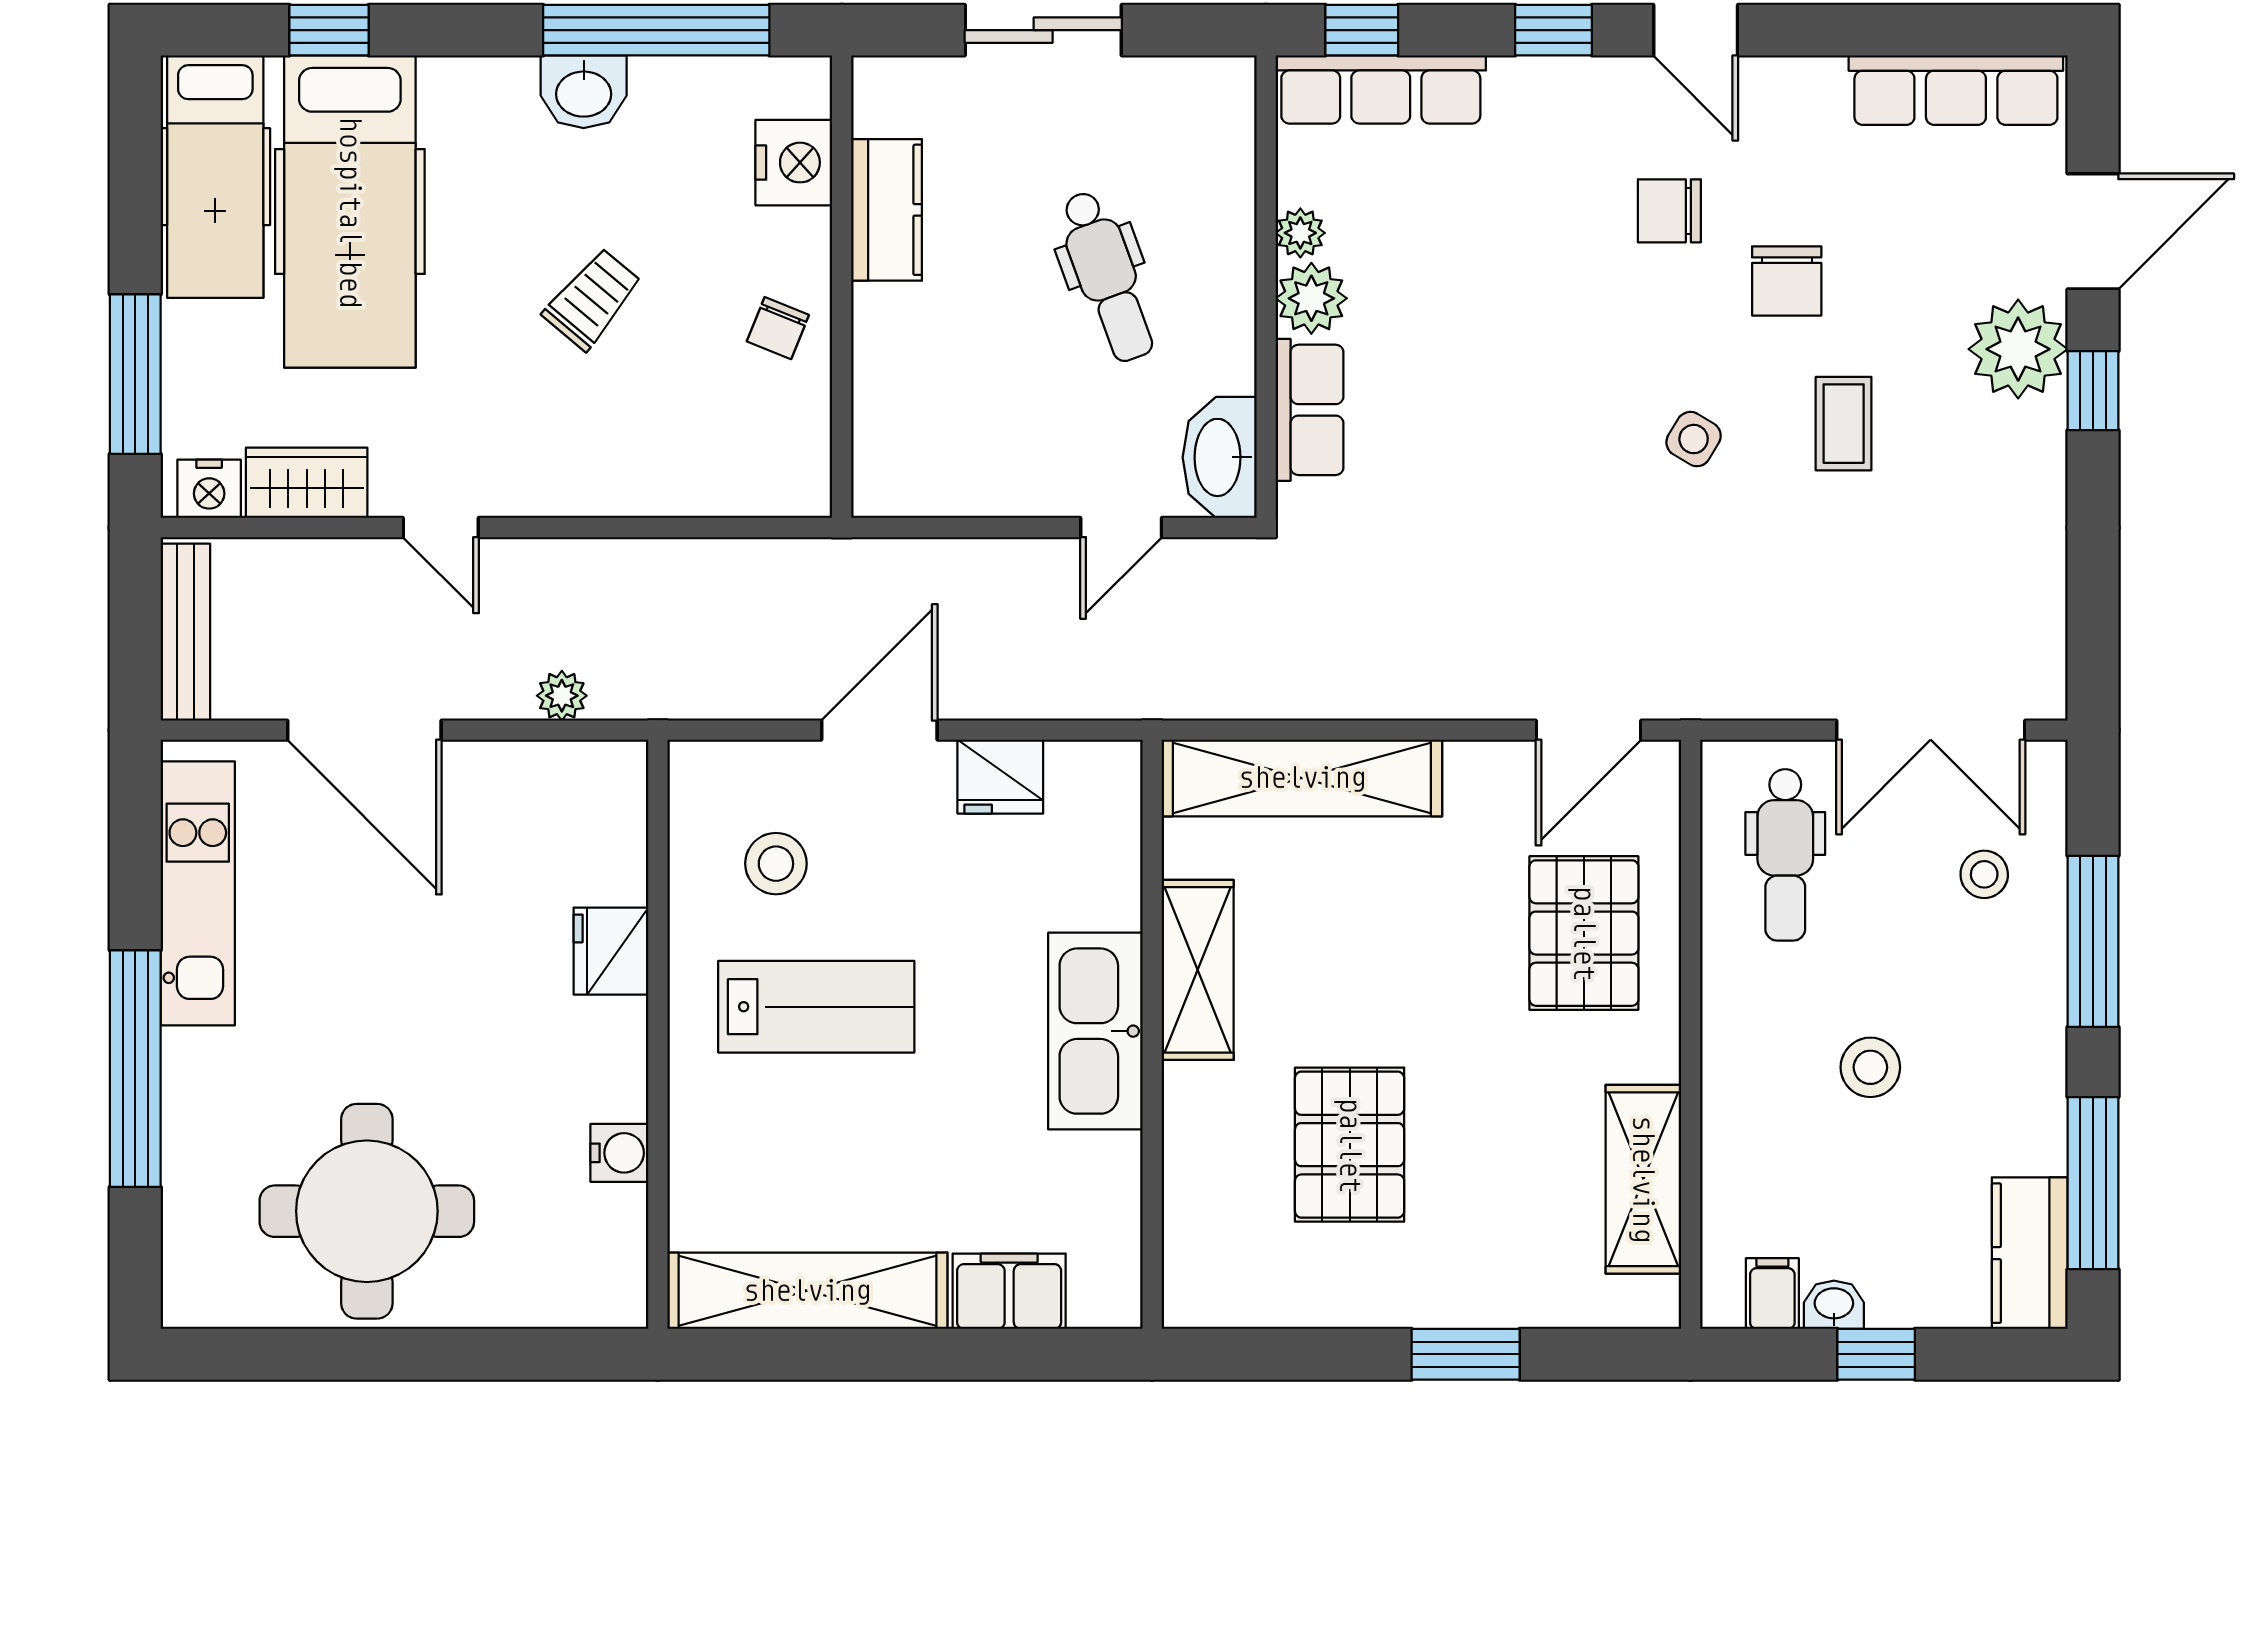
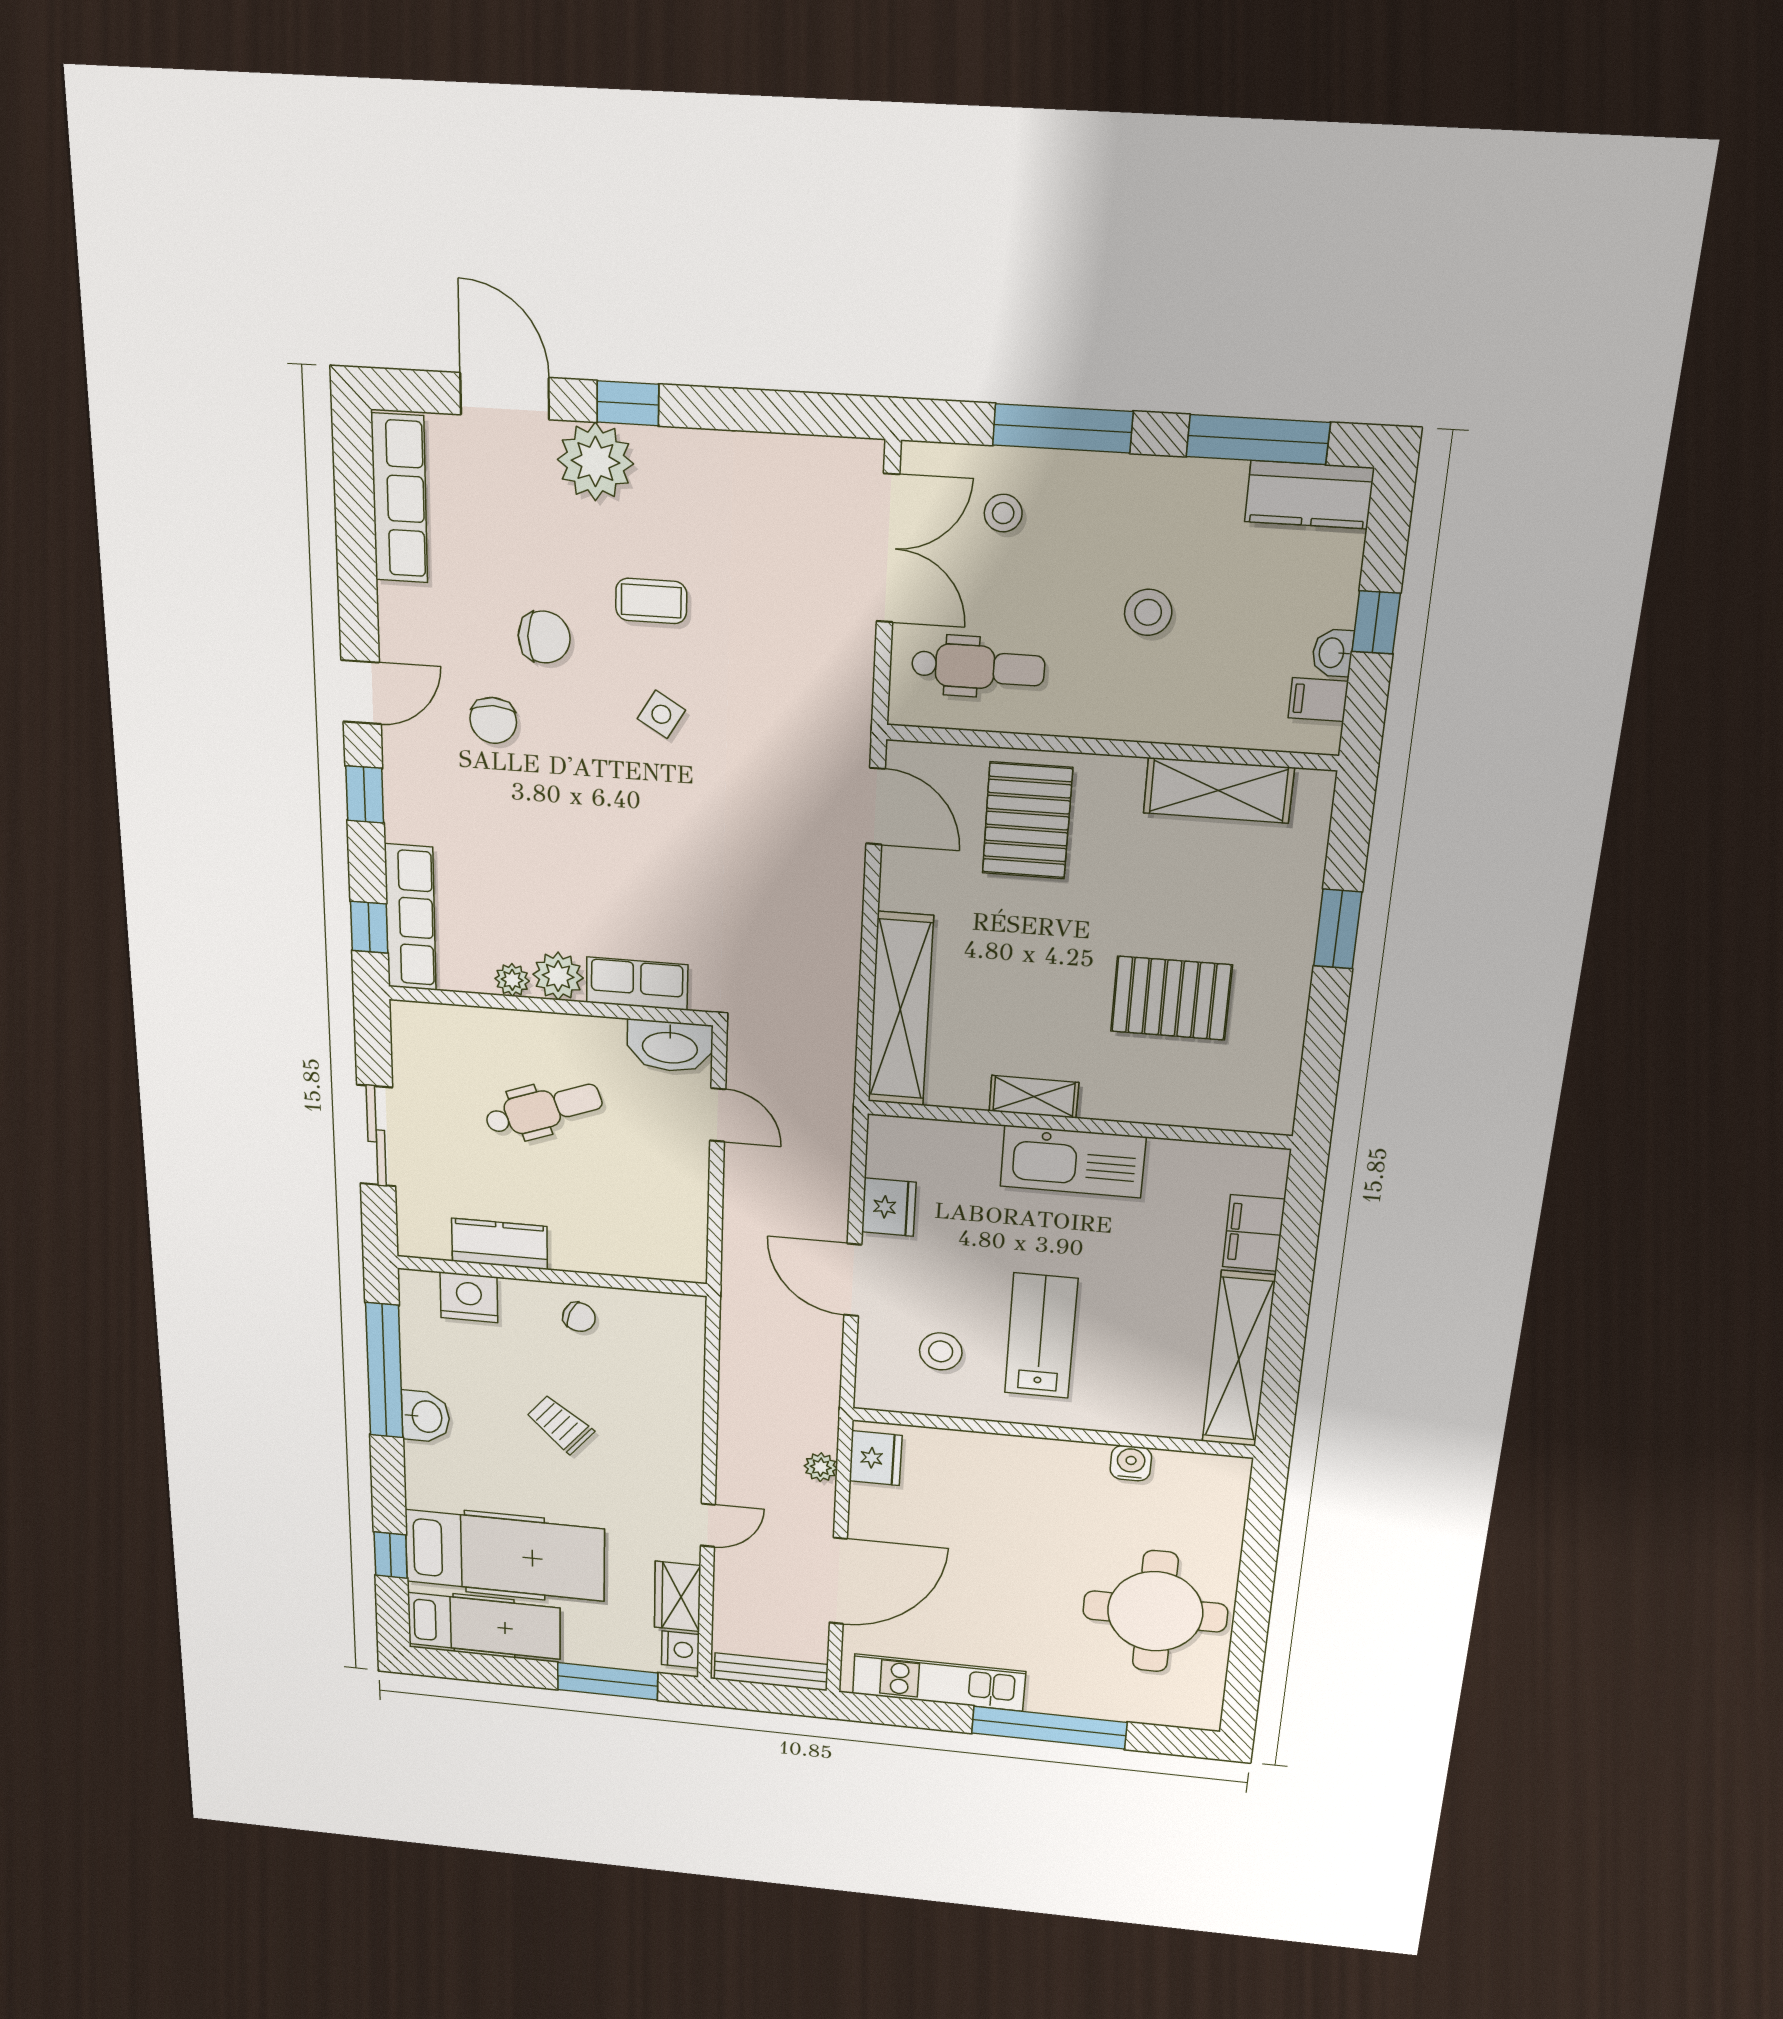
pallet: (1584, 933) -> (1027, 821), turned 90
fridge: (611, 951) -> (876, 1458), moved, turned -90
shelving: (1198, 970) -> (1034, 1097), width x0.67, depth x0.75

